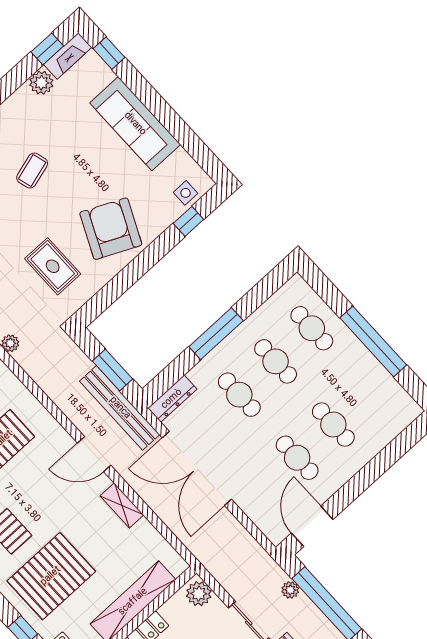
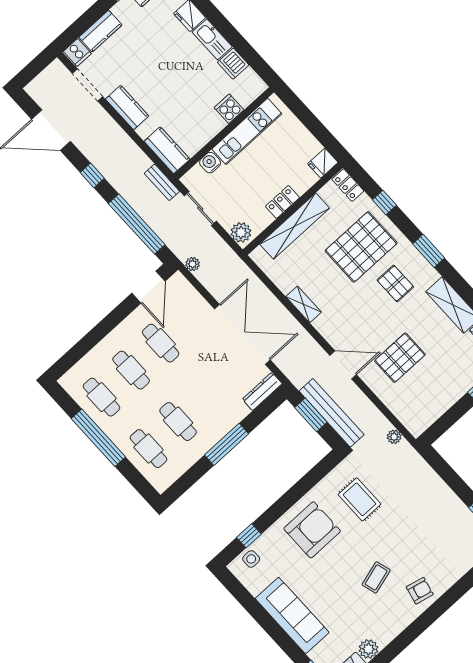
armchair: (111, 229) -> (312, 530), turned -115
cafe table: (239, 395) -> (101, 397), moved
bench: (120, 408) -> (332, 413), moved
door: (94, 454) -> (343, 365), moved
plant: (290, 590) -> (193, 264), moved

